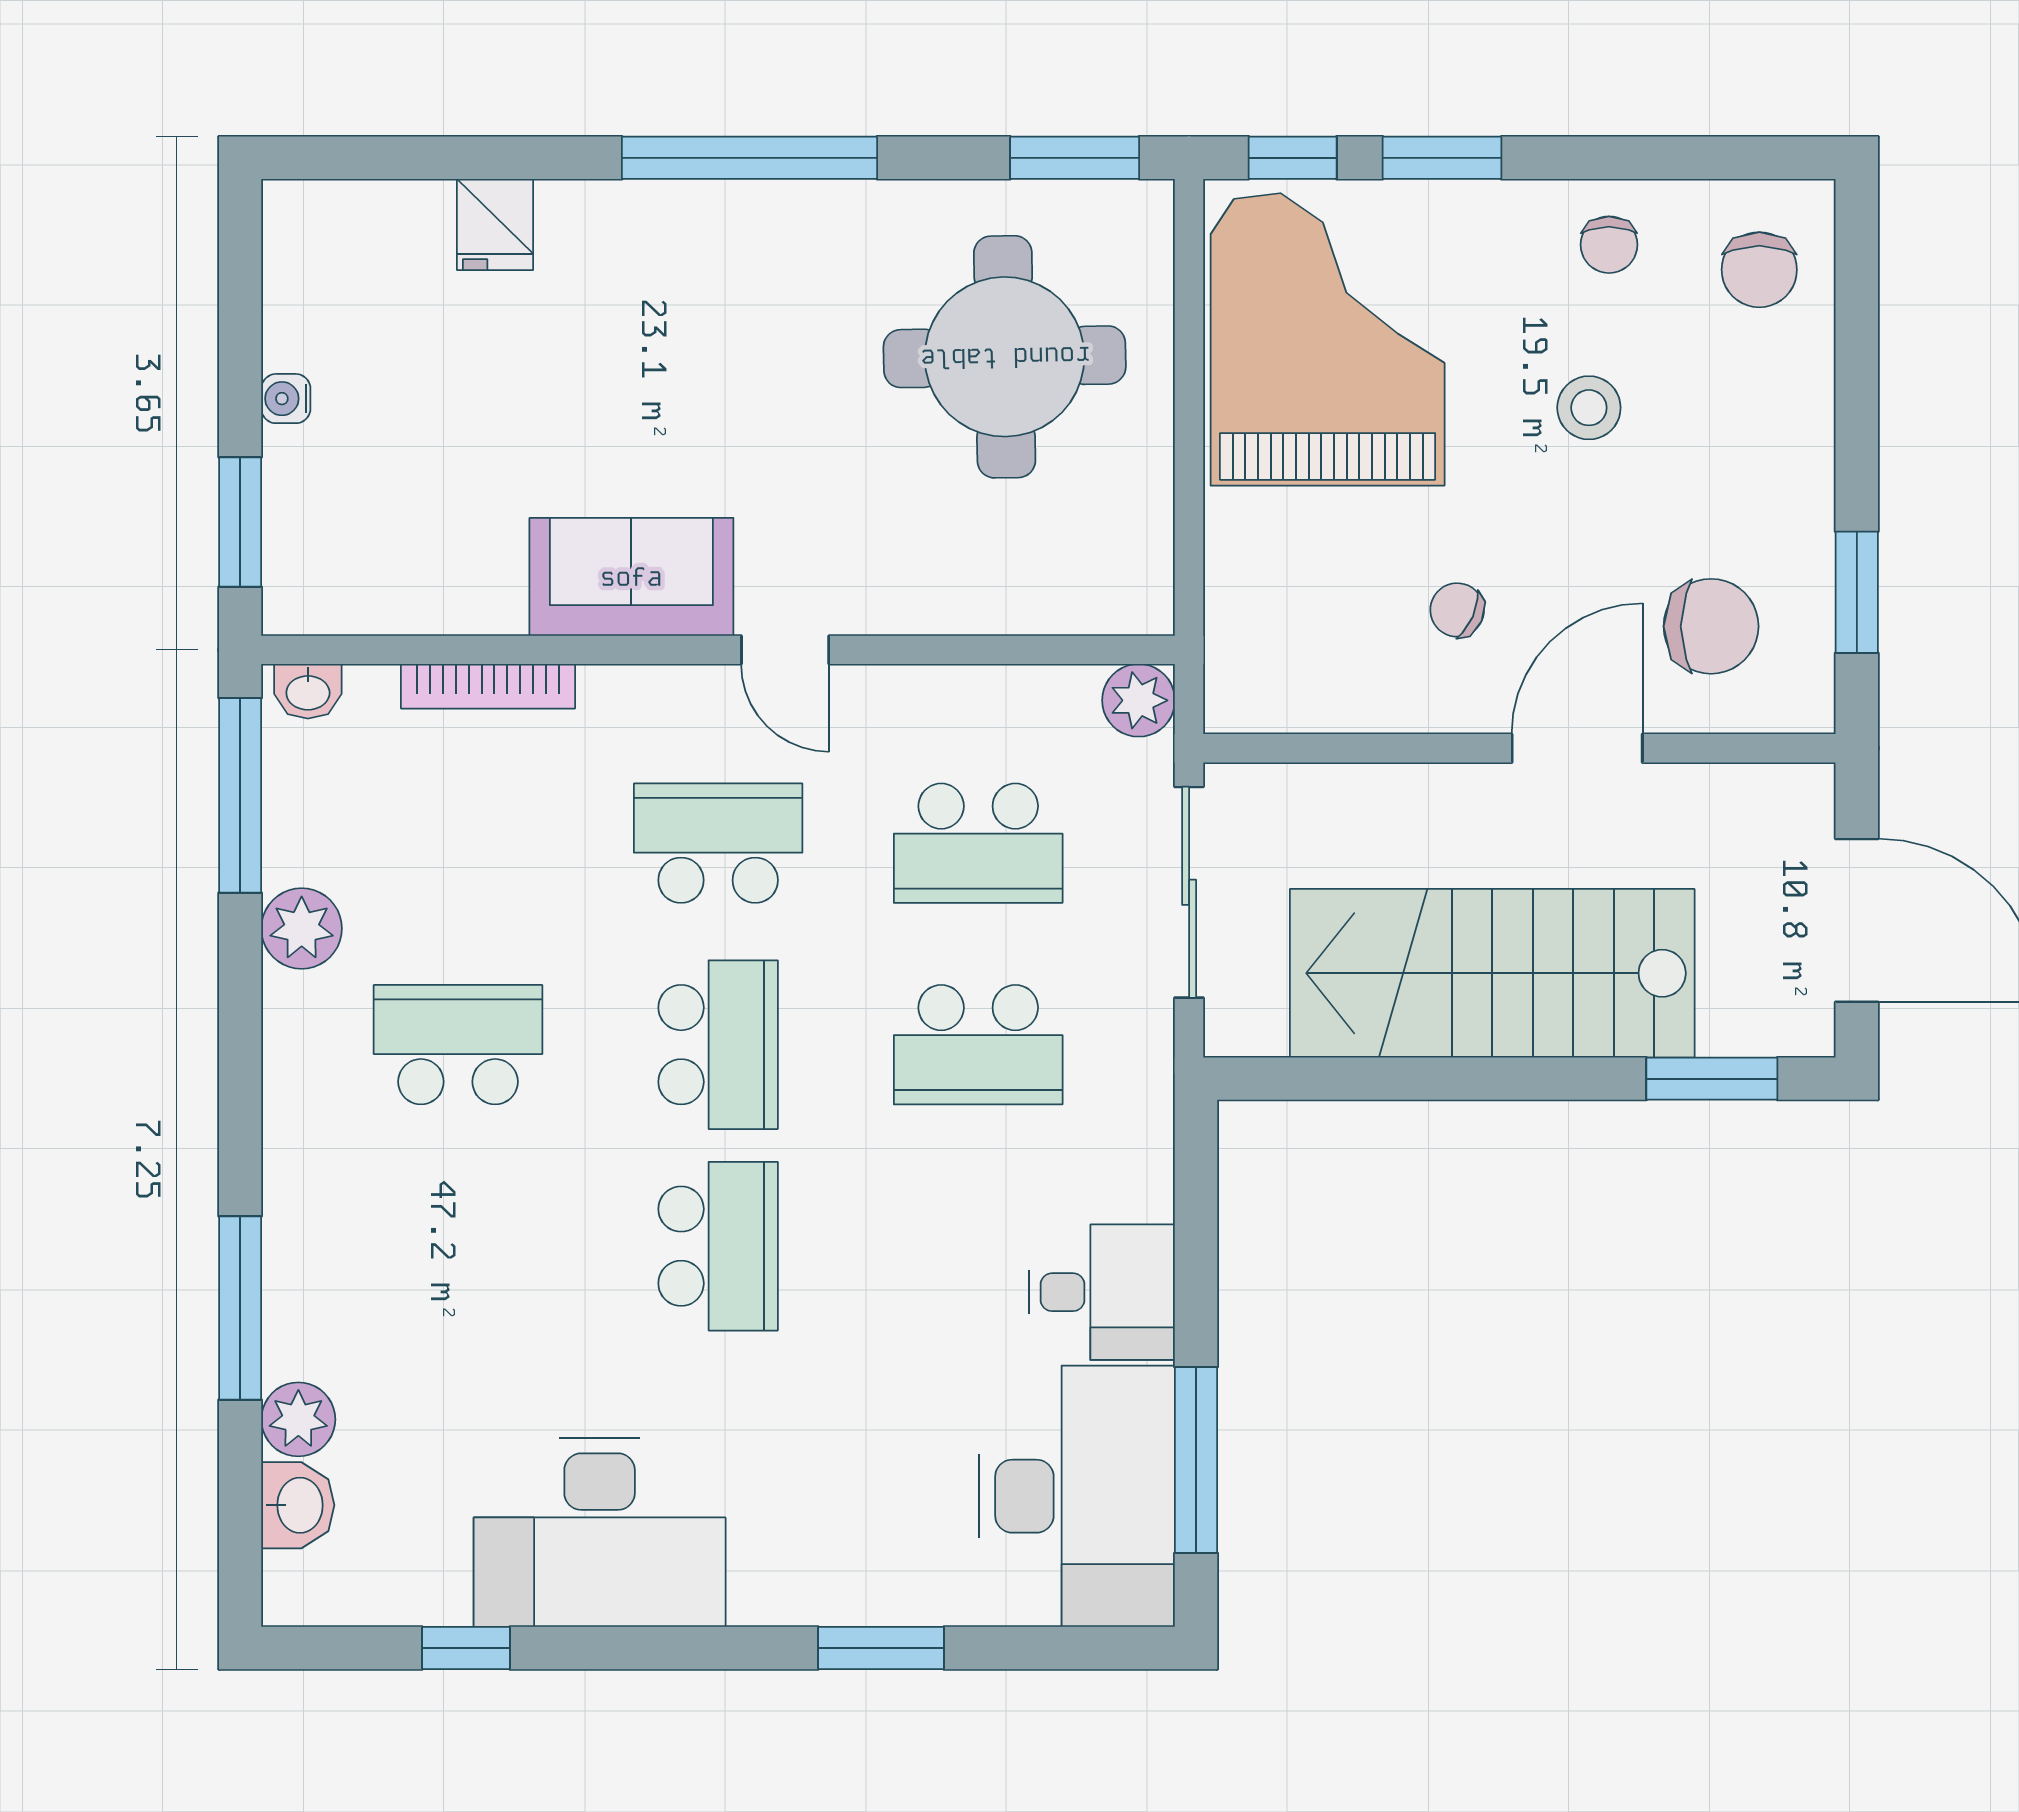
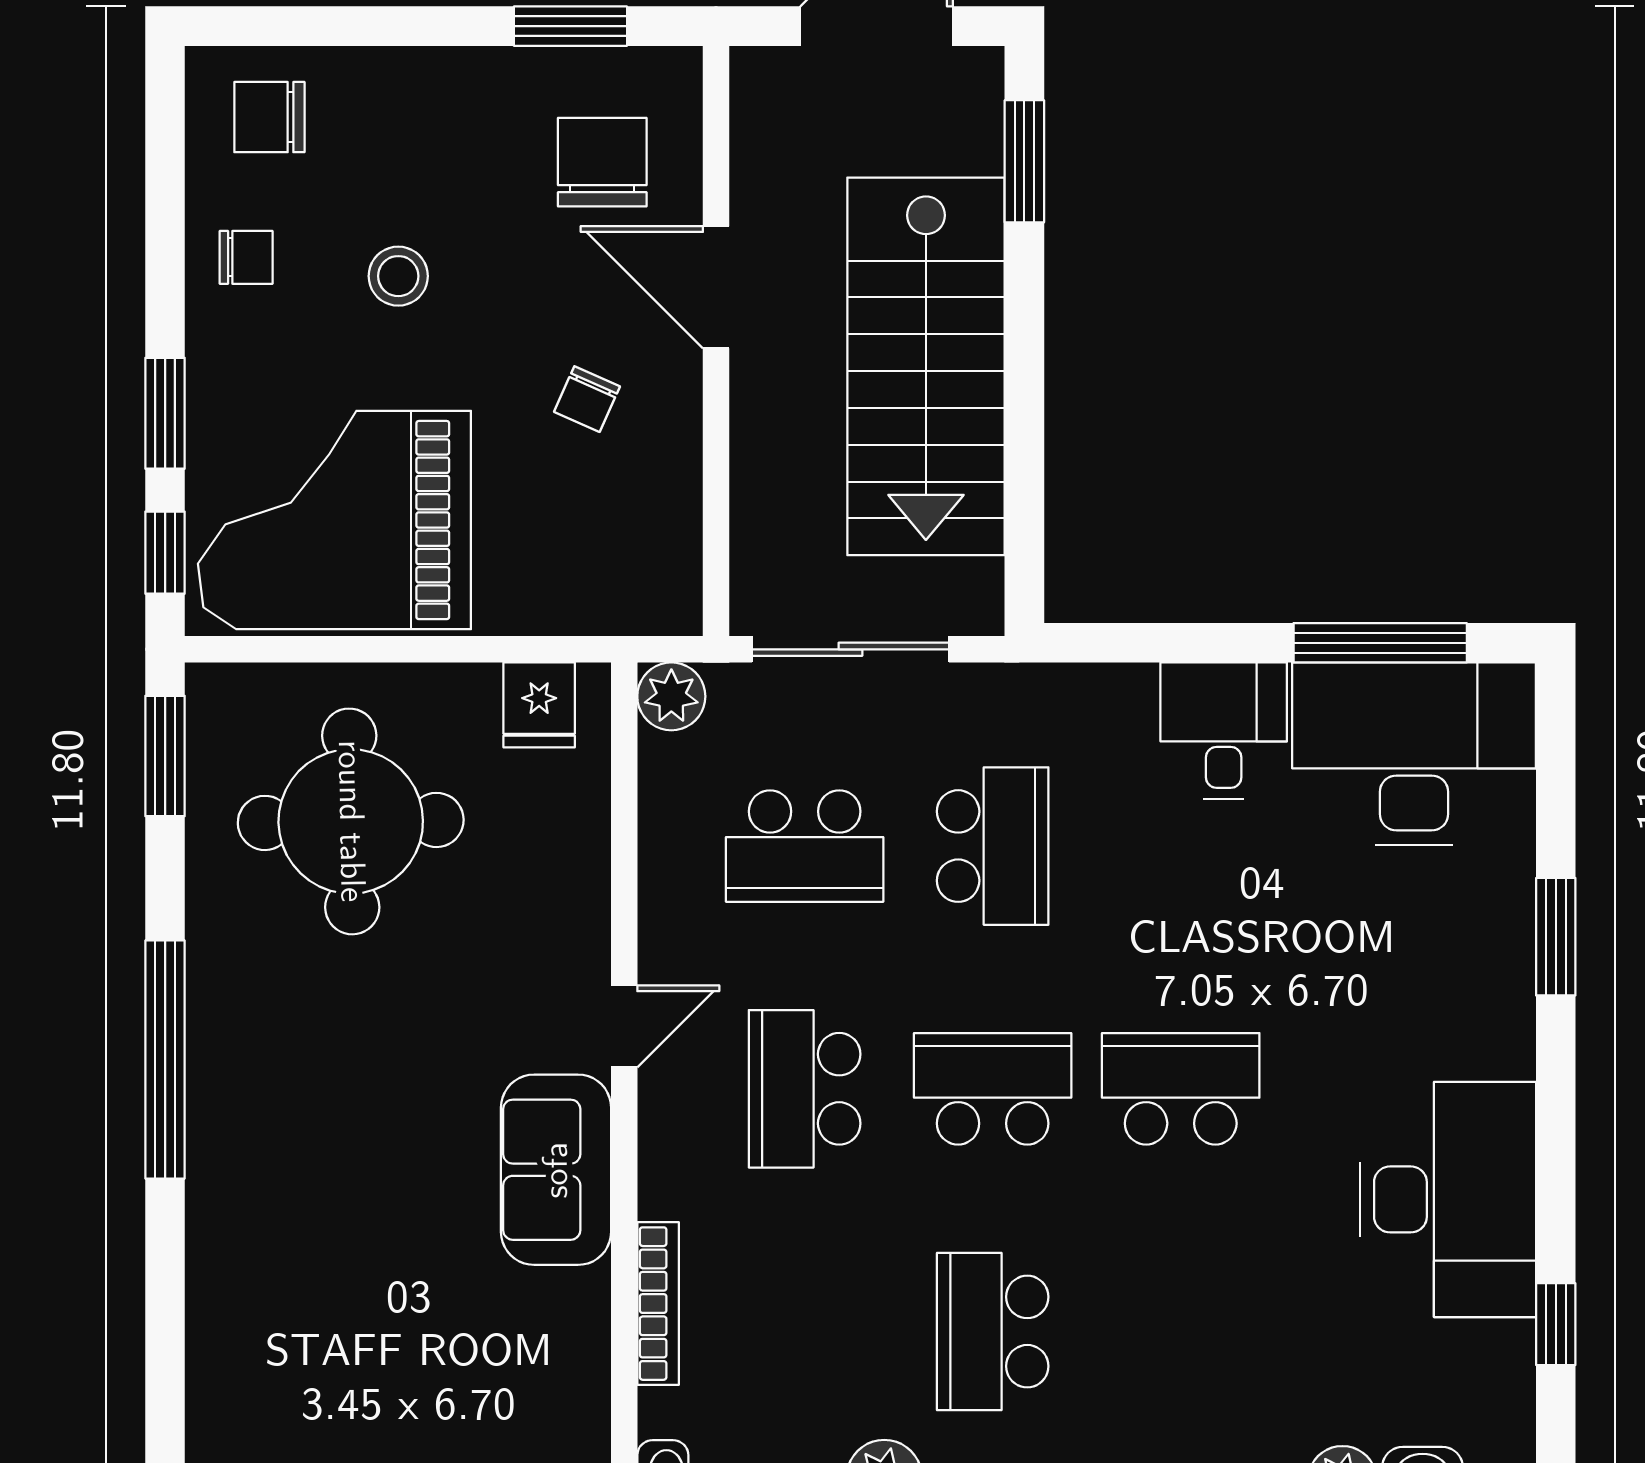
fridge: (495, 224) -> (539, 705), moved, turned 90
chair: (1759, 270) -> (269, 117), turned 180
school desk: (978, 843) -> (805, 846), turned 90

